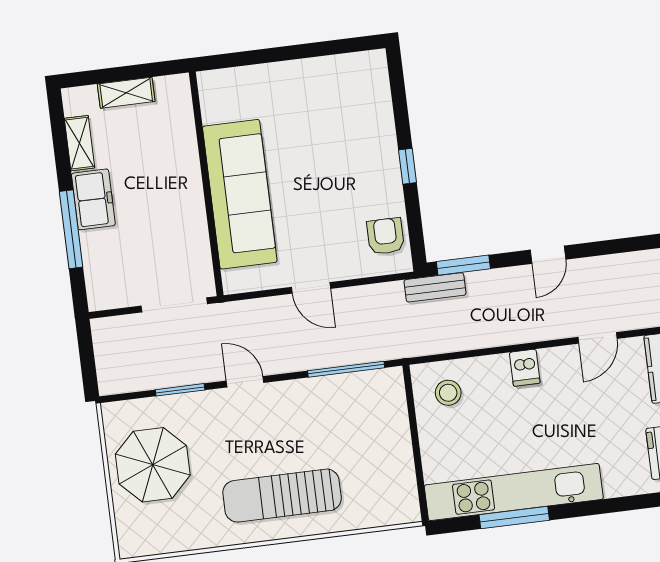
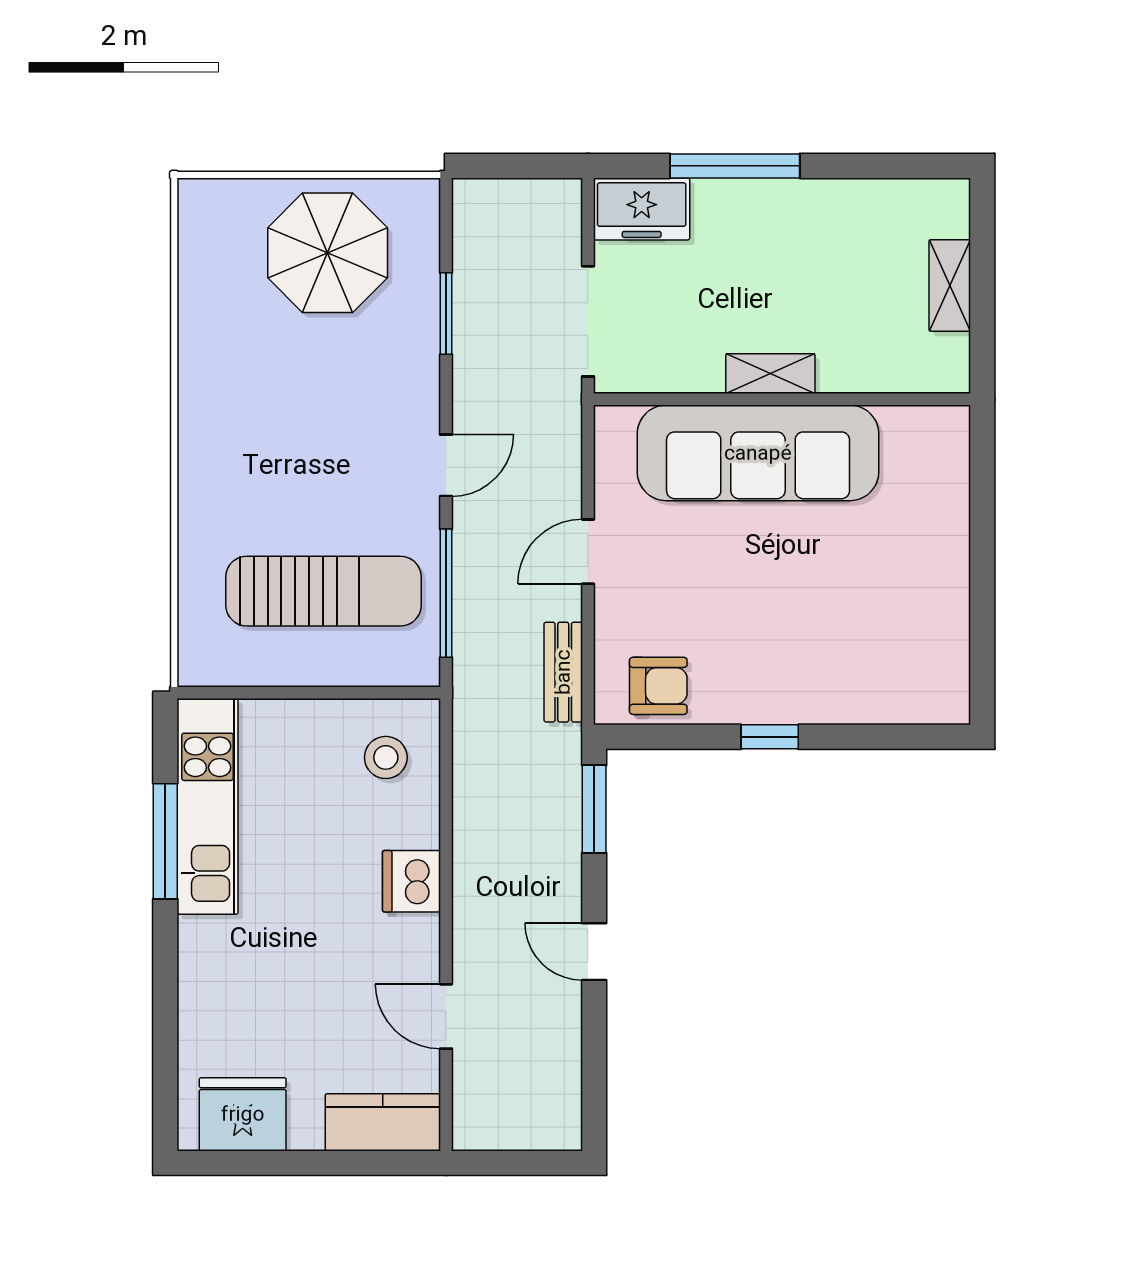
shelving: (80, 143) -> (770, 374), moved
freezer: (93, 199) -> (642, 209), moved
bench: (435, 287) -> (563, 672), moved
dishwasher: (525, 368) -> (411, 881), width x1.38
door: (245, 382) -> (446, 465), moved
kitchen unit: (514, 492) -> (208, 806), width x0.73
sun lounger: (282, 496) -> (324, 591), moved, turned 90

